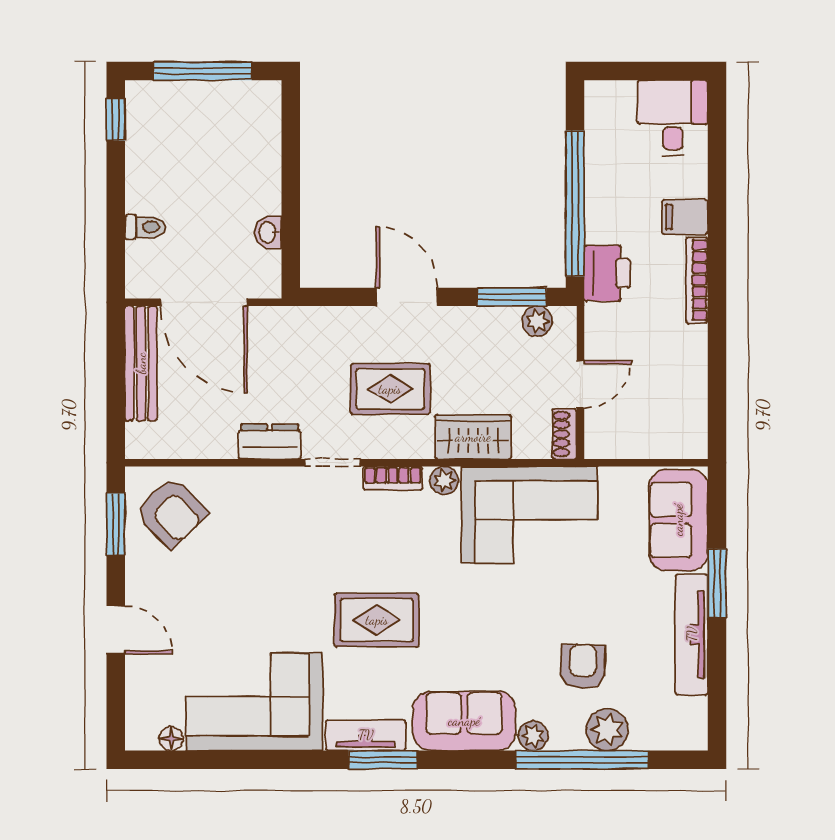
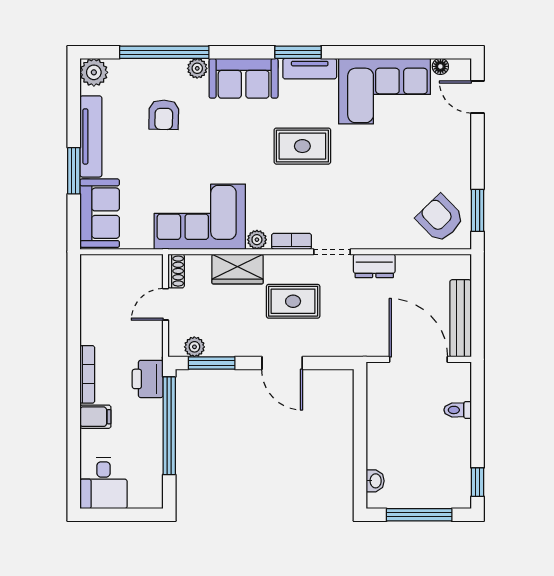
washbasin: (268, 232) -> (375, 481), moved
door: (116, 630) -> (478, 97), moved
plant: (607, 730) -> (94, 72), moved

